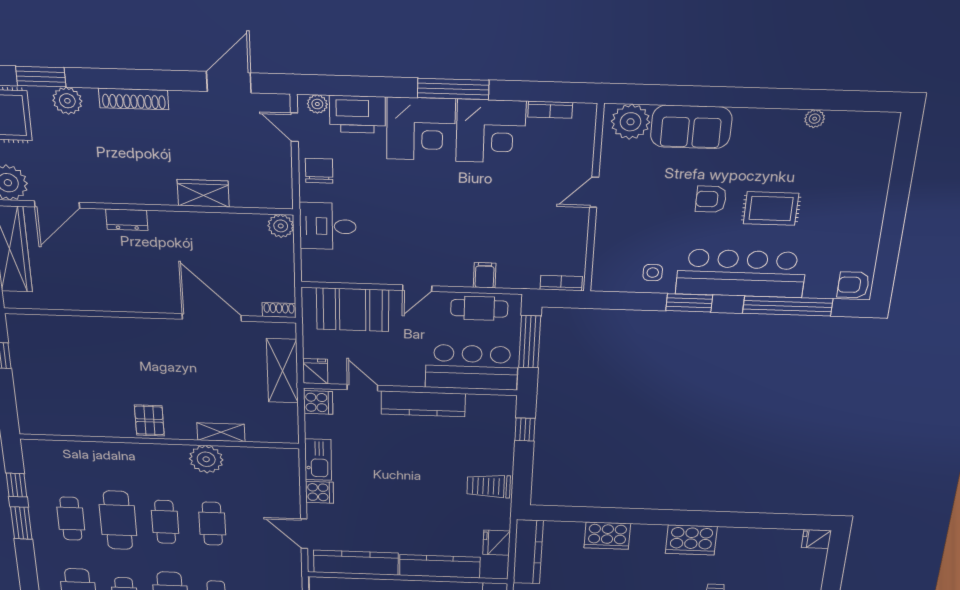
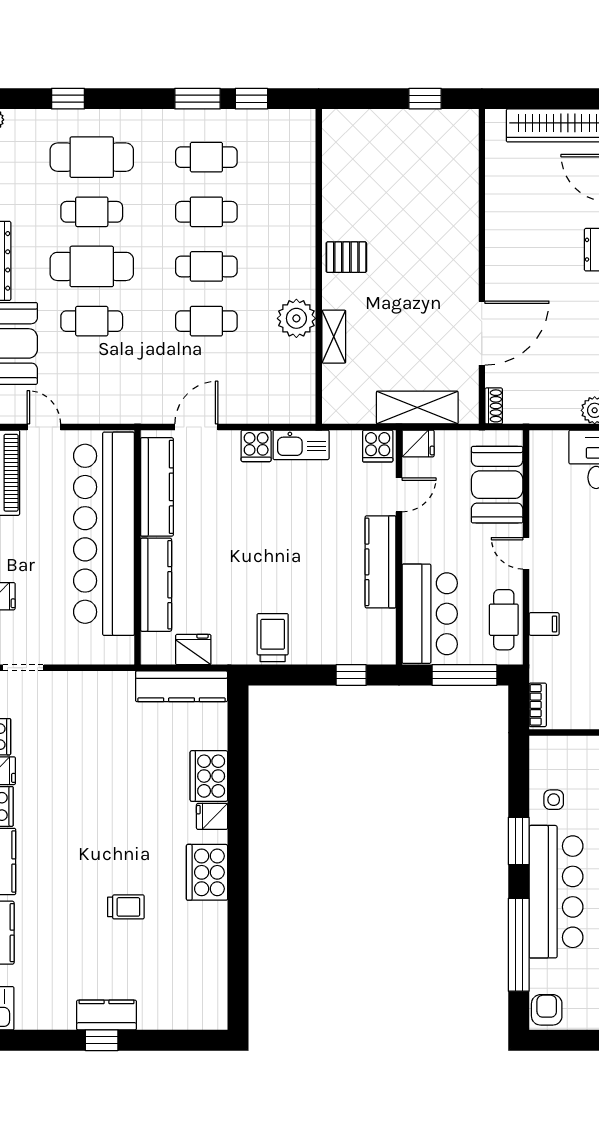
cafe table: (118, 520) -> (206, 212), width x0.73, depth x0.74
fridge: (816, 539) -> (212, 816), moved, turned -90

